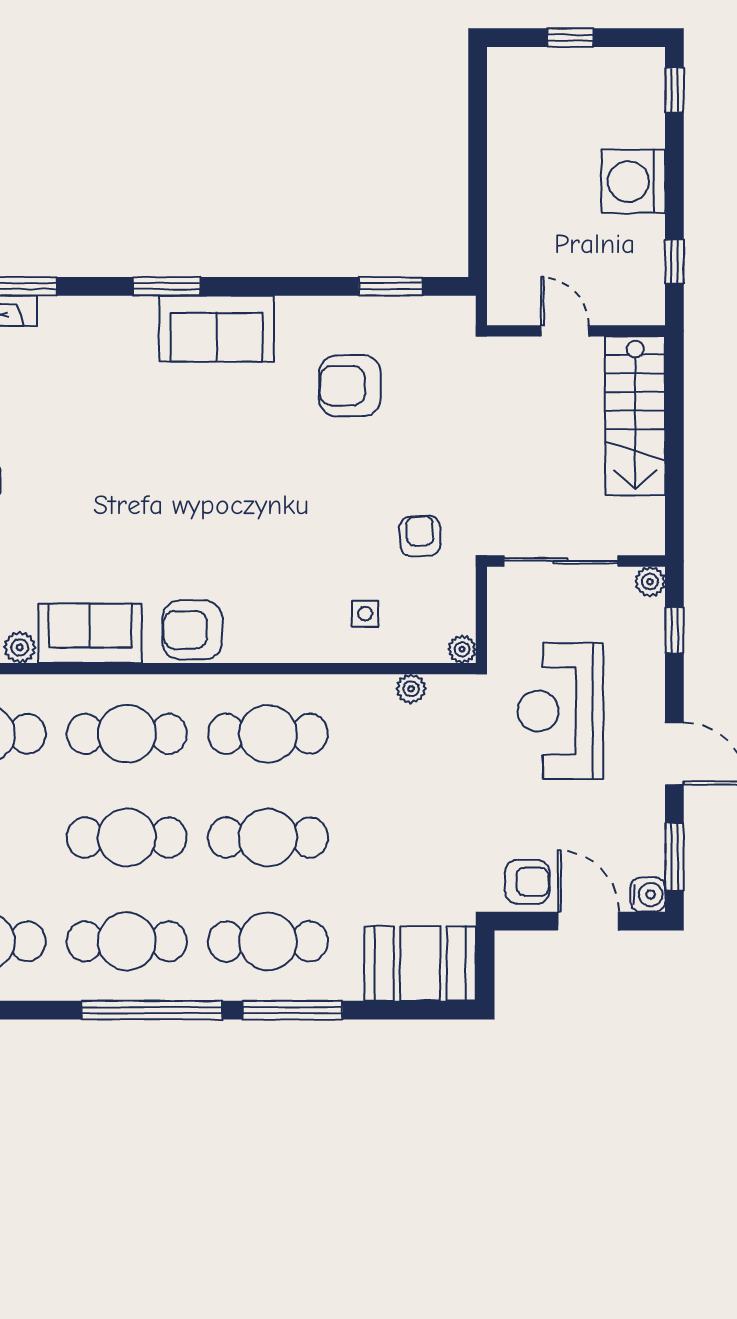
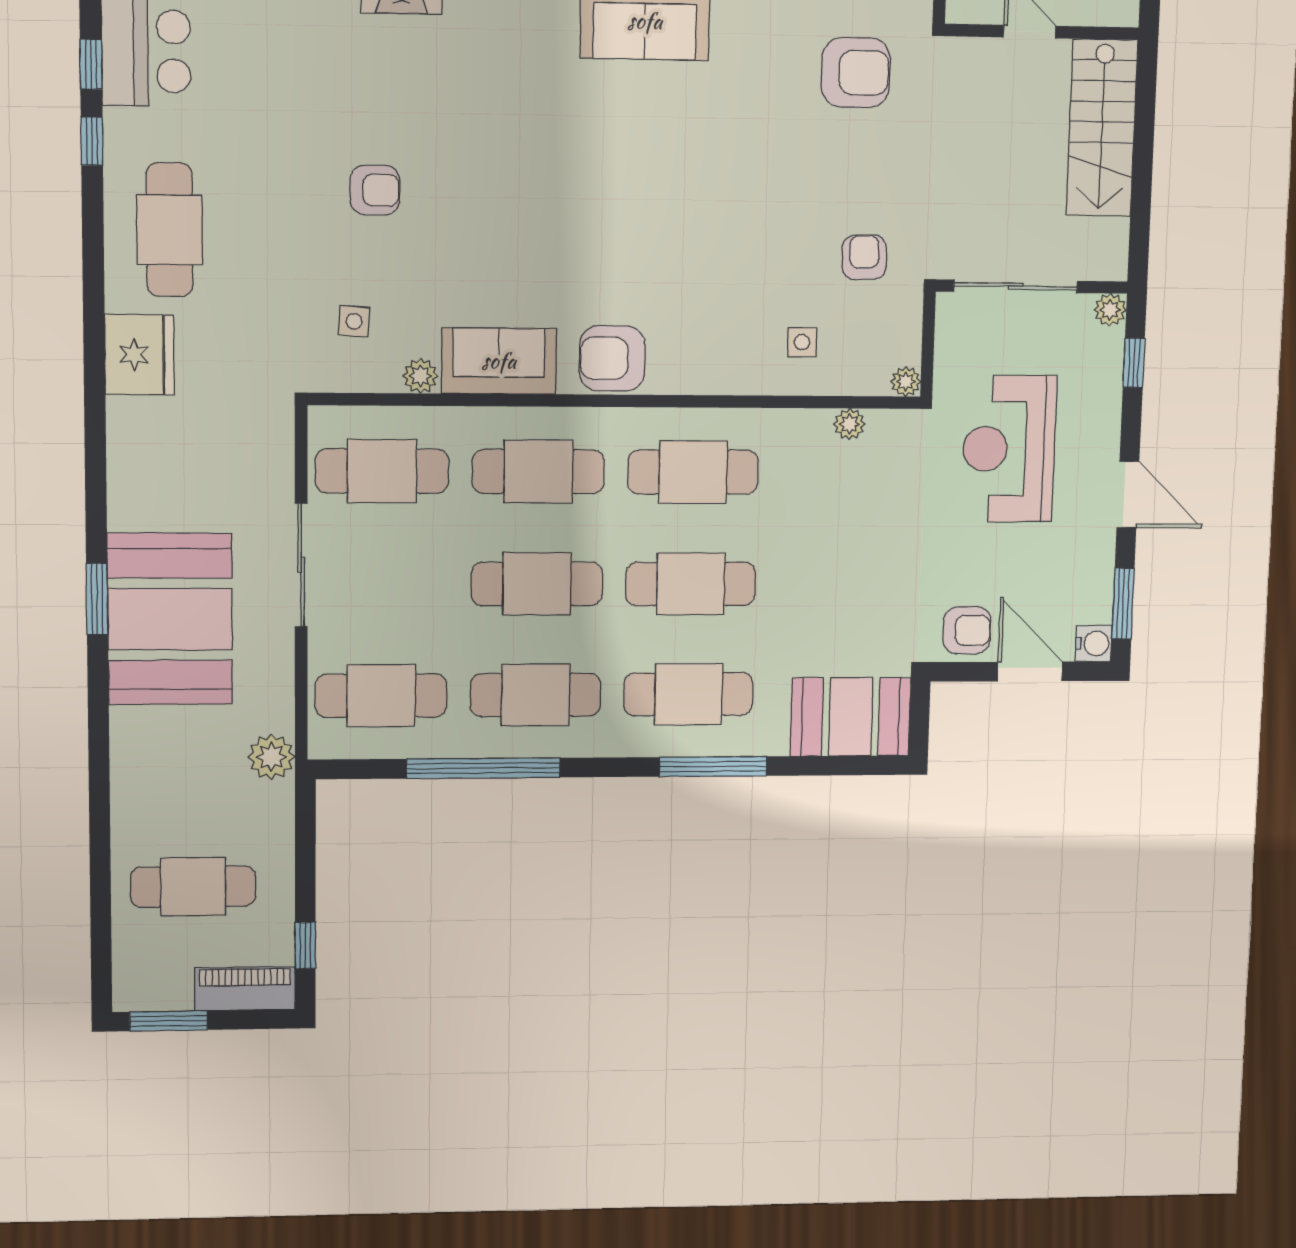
armchair: (350, 386) -> (856, 73), moved, turned 180
window: (152, 1010) -> (483, 768), moved

